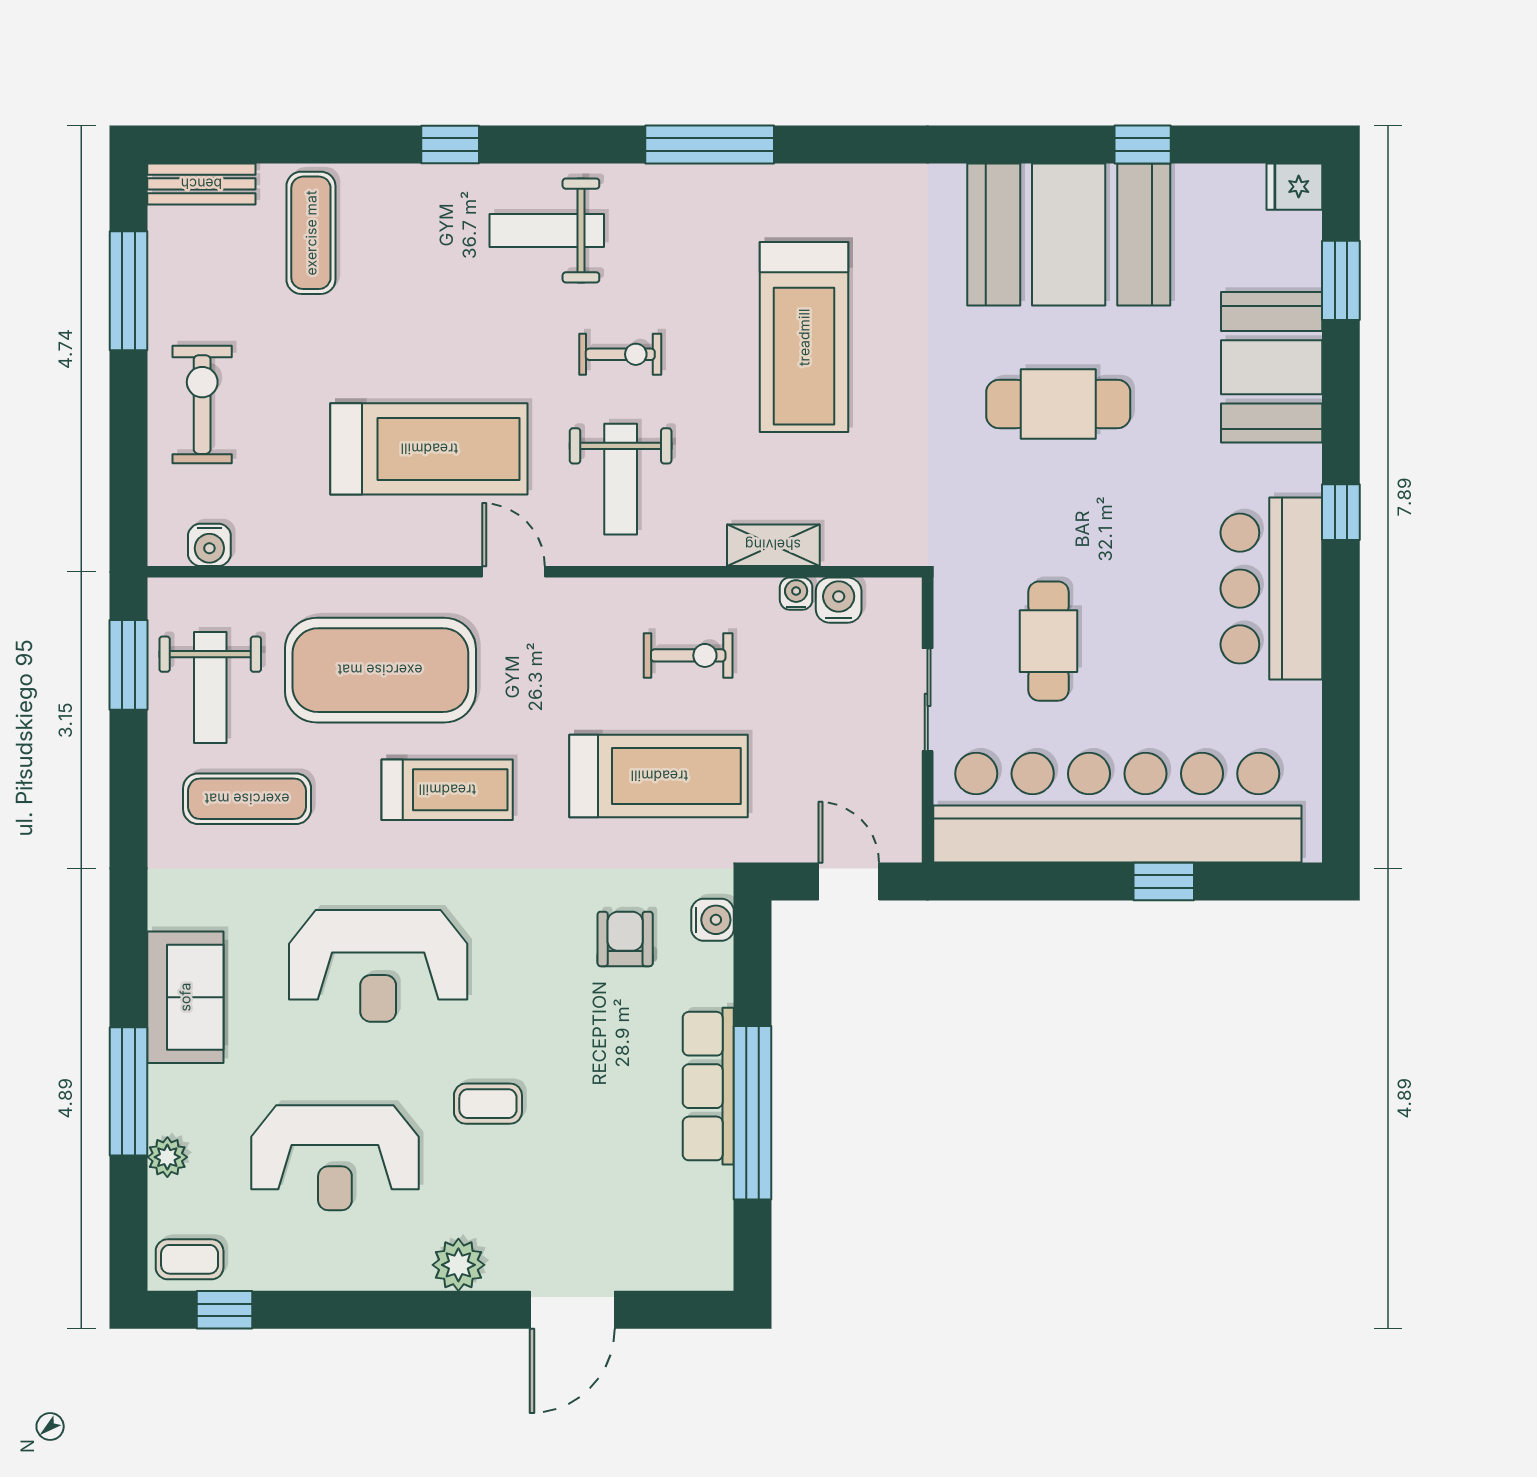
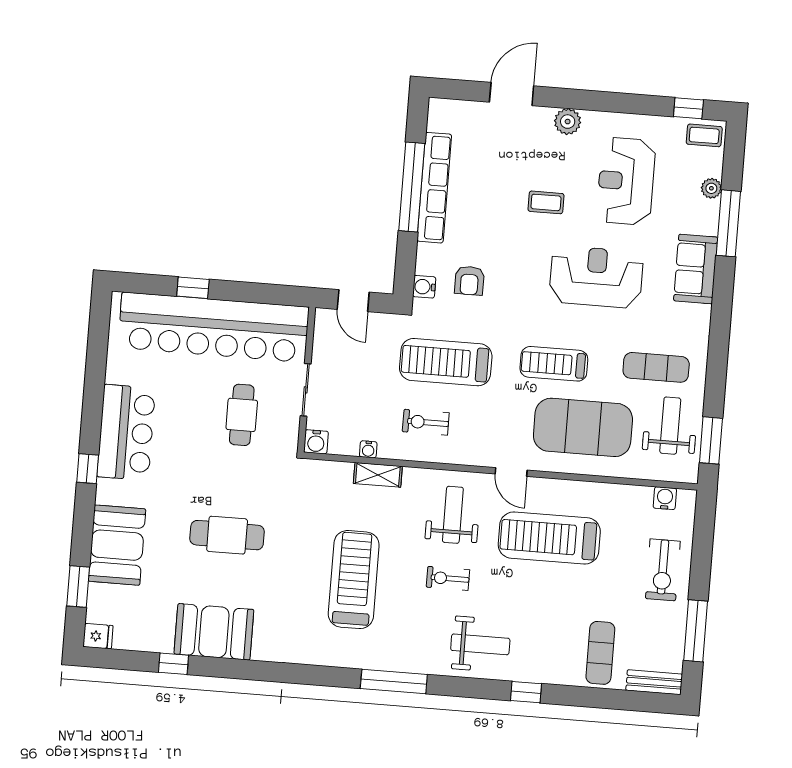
booth: (1069, 234) -> (214, 632), width x0.73, depth x0.70
water cooler: (839, 600) -> (316, 442), moved
row of seats: (708, 1086) -> (434, 188), width x1.36
reception desk: (335, 1158) -> (626, 181), turned -90

